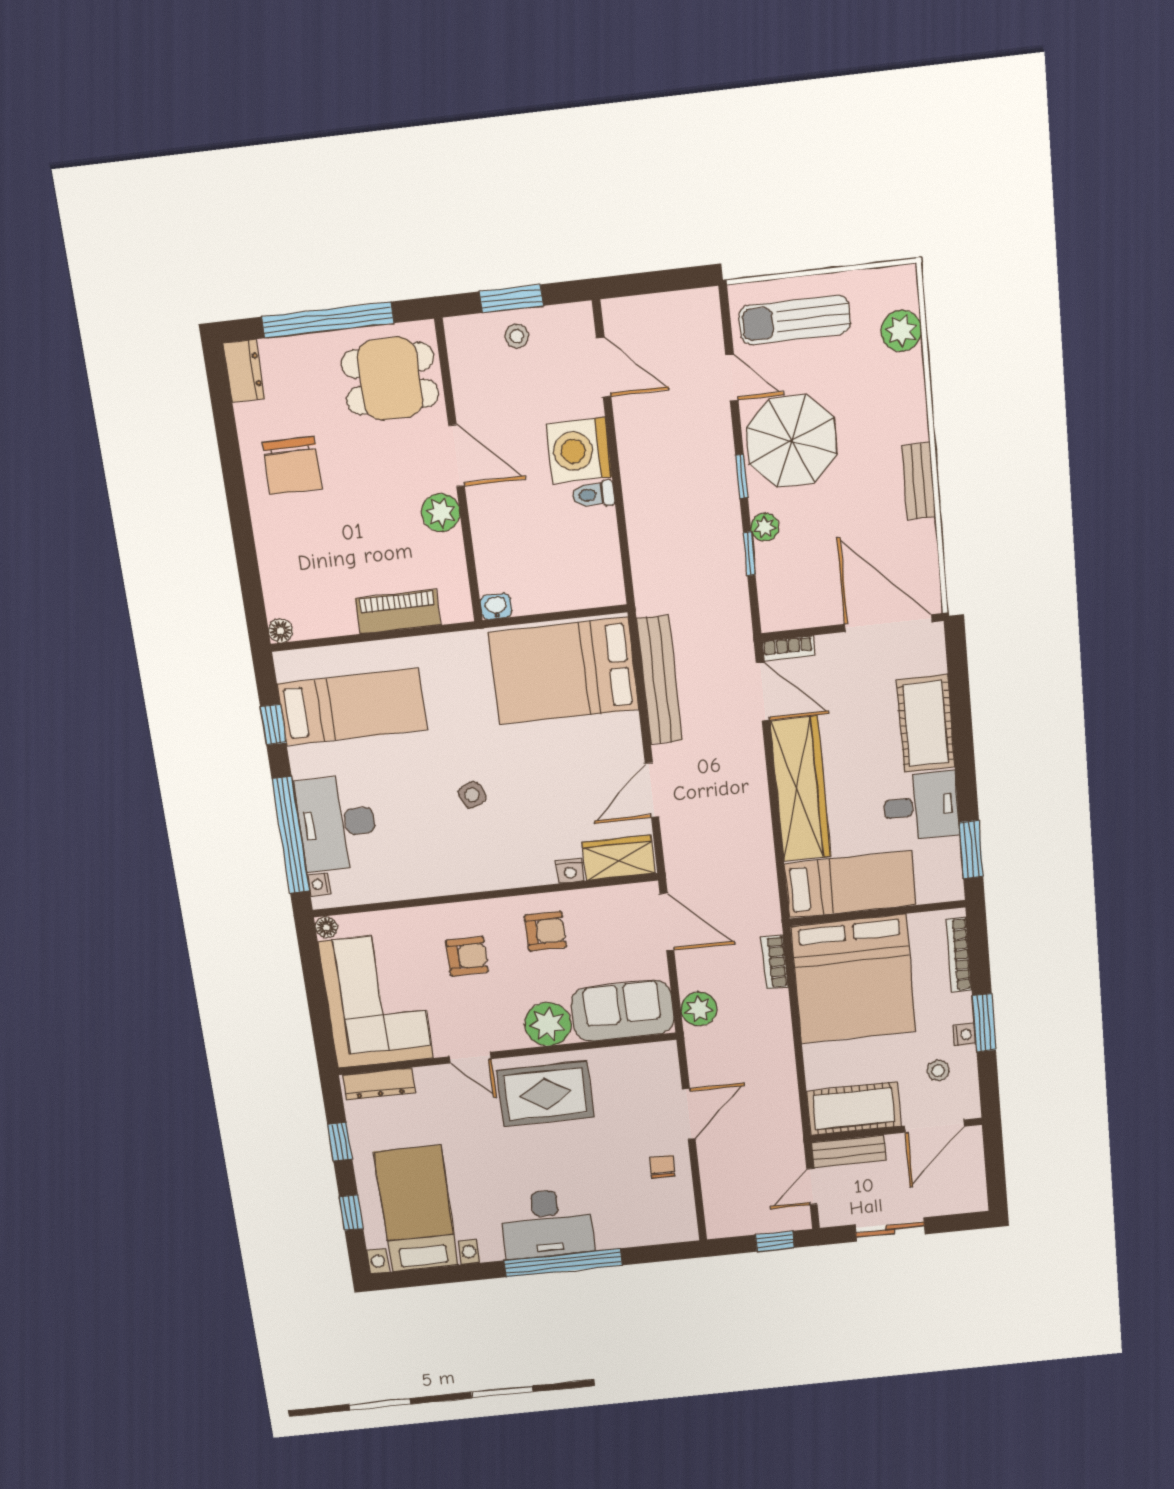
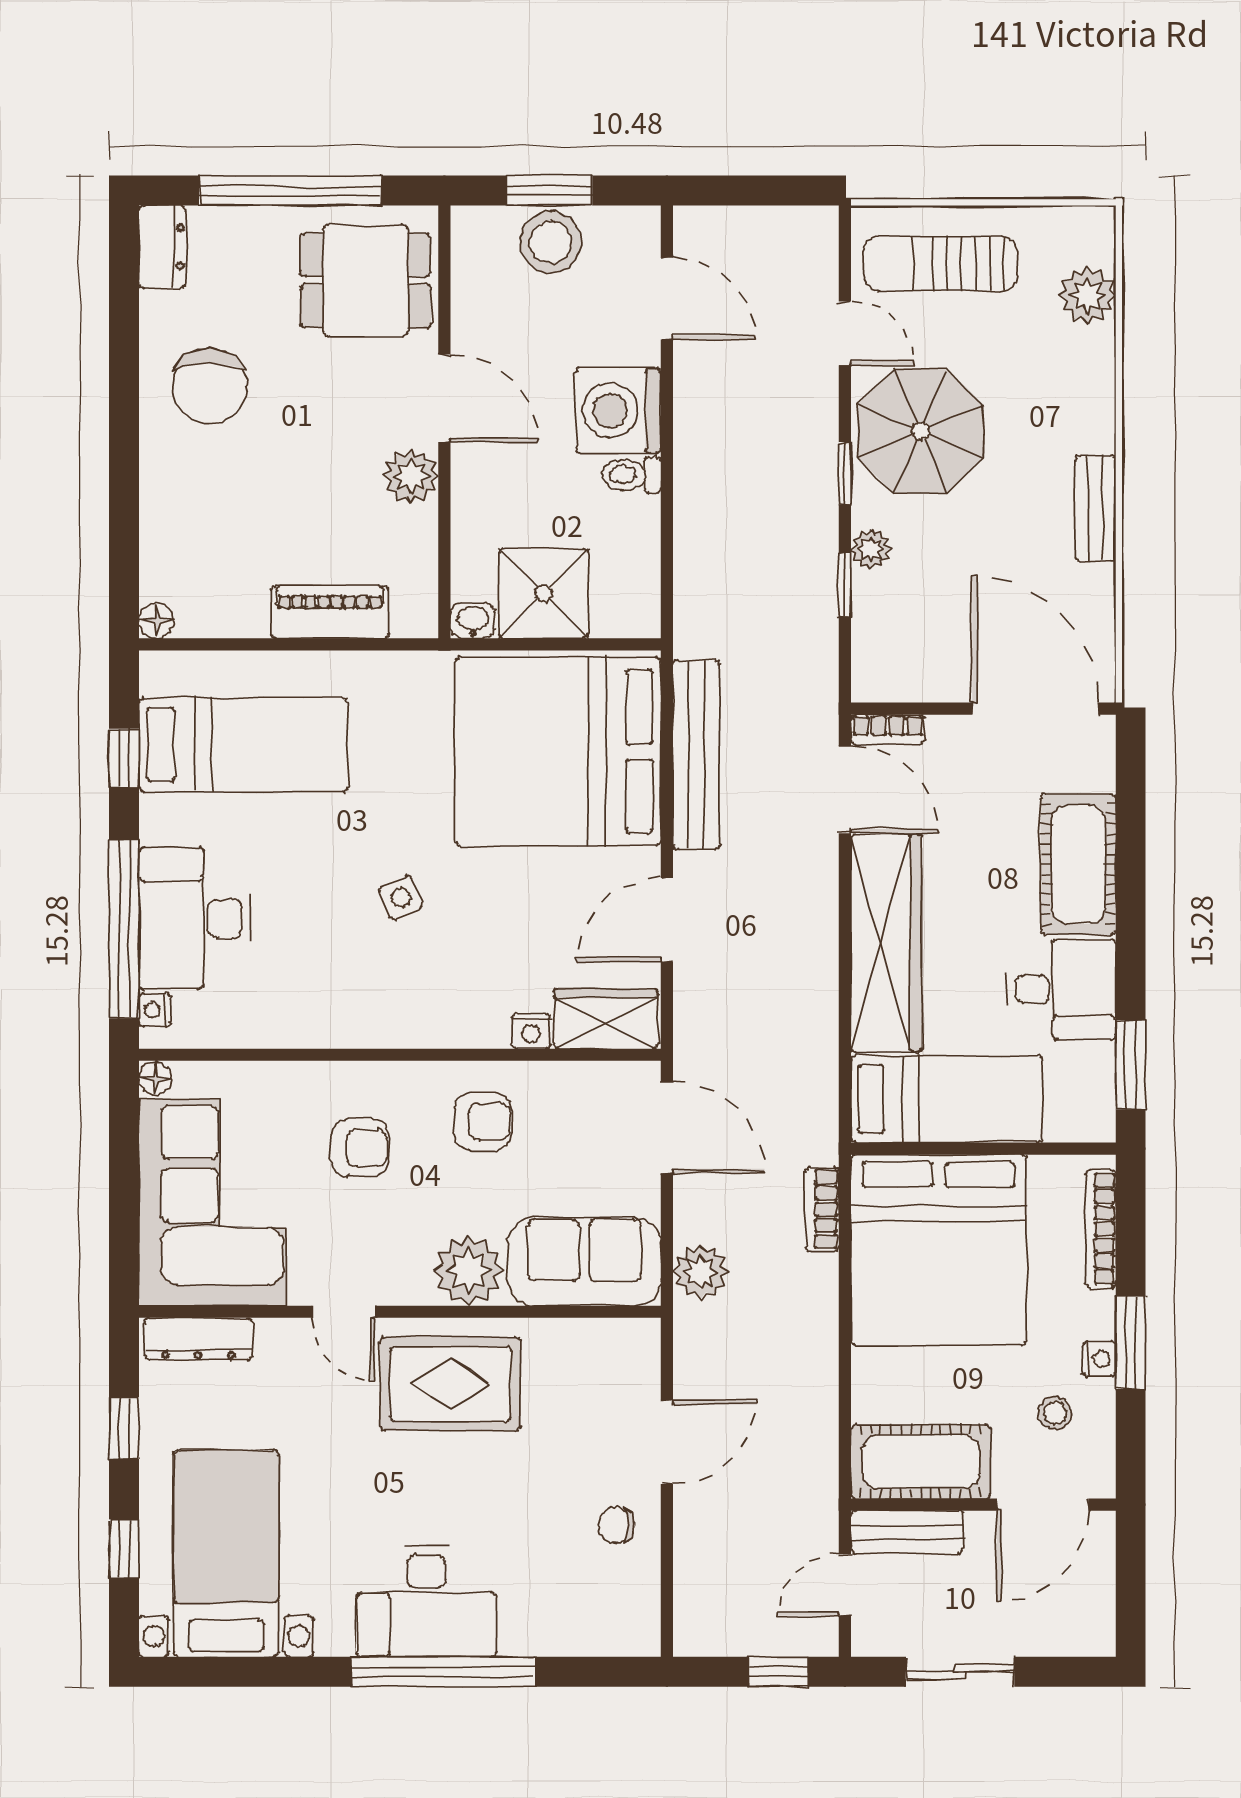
stool: (517, 336) -> (550, 242), width x1.89, depth x1.89
shower: (542, 583) -> (544, 593), added
bed: (563, 671) -> (558, 751), width x1.36
chair: (662, 1167) -> (617, 1525), turned -90

